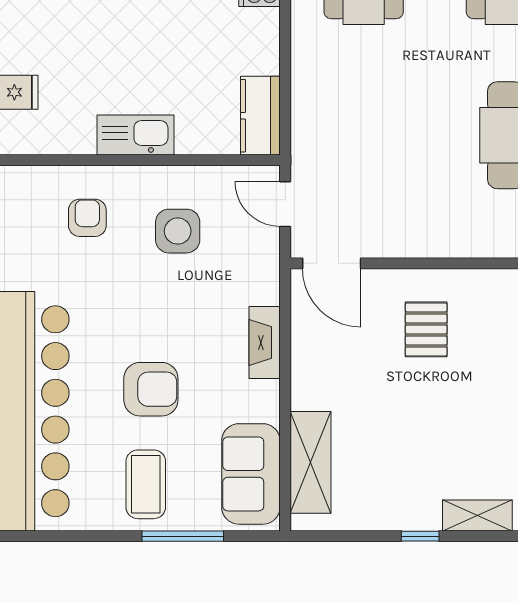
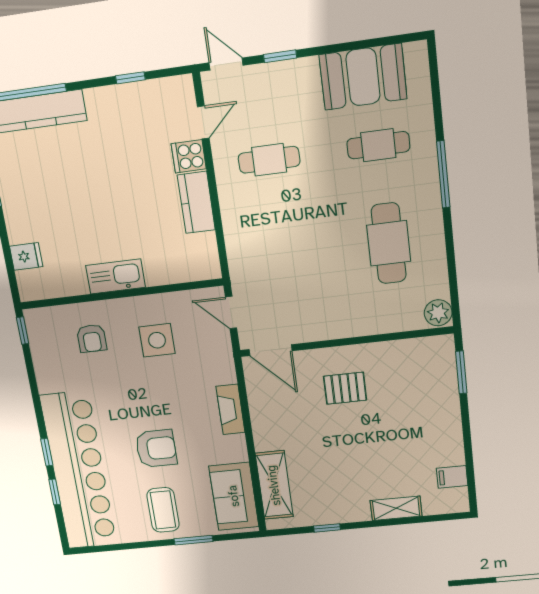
kitchen counter: (260, 116) -> (196, 203), moved
armchair: (87, 218) -> (92, 338), turned 180
pallet: (426, 329) -> (345, 388), turned 90
window: (183, 536) -> (194, 540), width x0.69
window: (420, 536) -> (327, 528), moved

